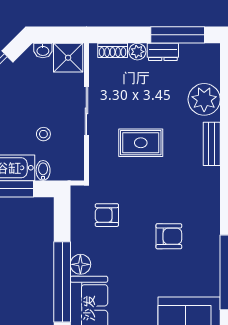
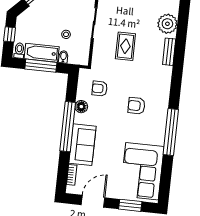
rug: (141, 143) -> (125, 46), turned 90
armchair: (169, 236) -> (136, 106), turned 180
floor lamp: (80, 264) -> (81, 107), moved

